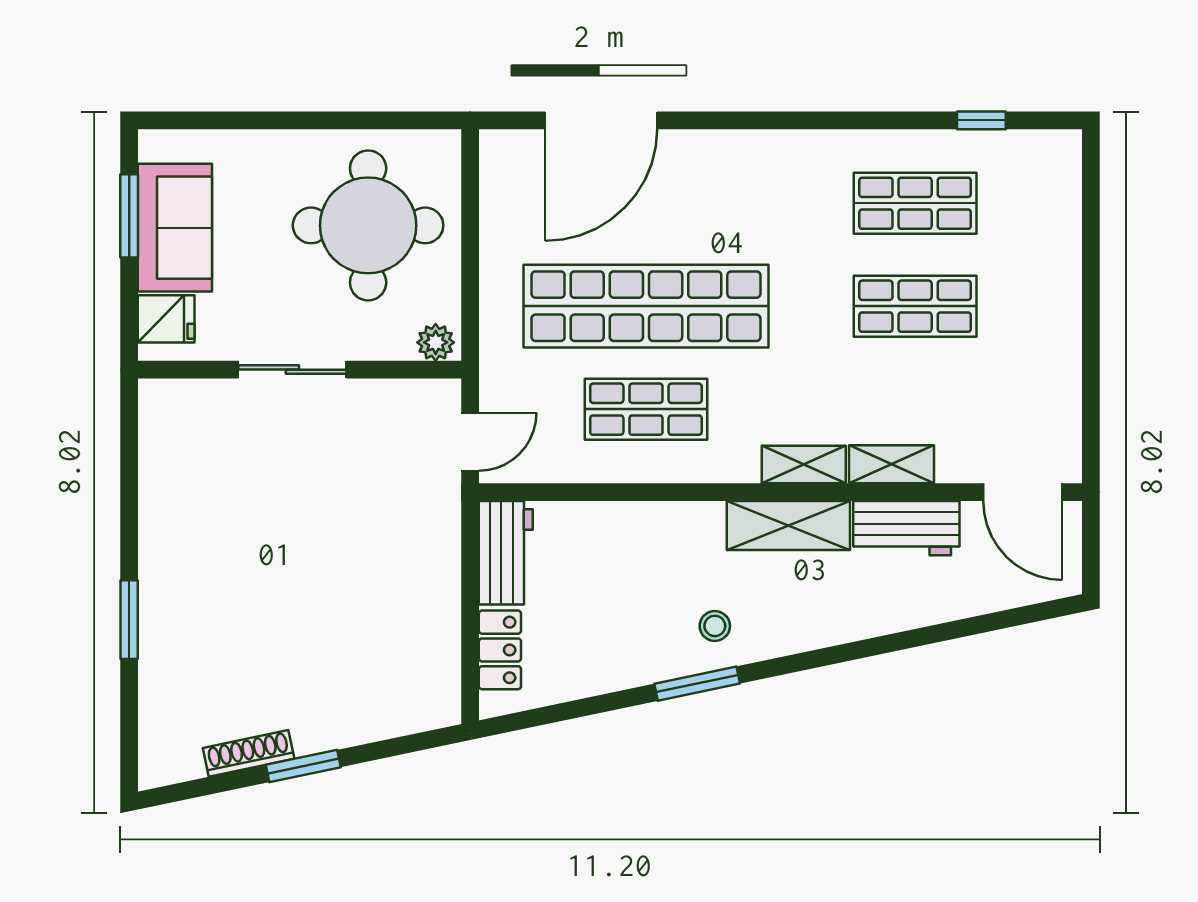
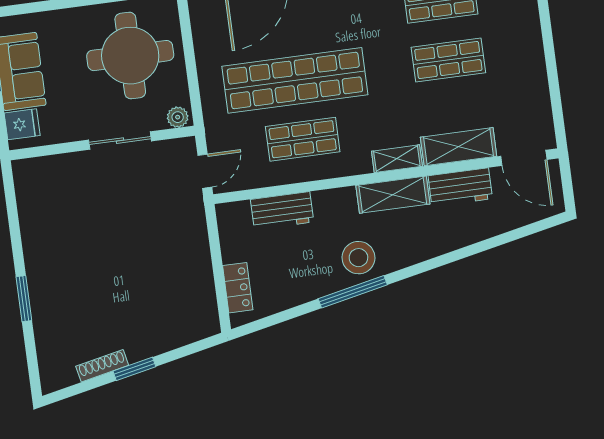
sliding door: (292, 370) -> (120, 141), moved
shelving: (891, 464) -> (459, 147), width x1.50, depth x1.33
workbench: (506, 553) -> (282, 211), moved, turned 90
stool: (715, 626) -> (358, 258), width x1.89, depth x1.89
window: (697, 684) -> (353, 292), width x1.44

